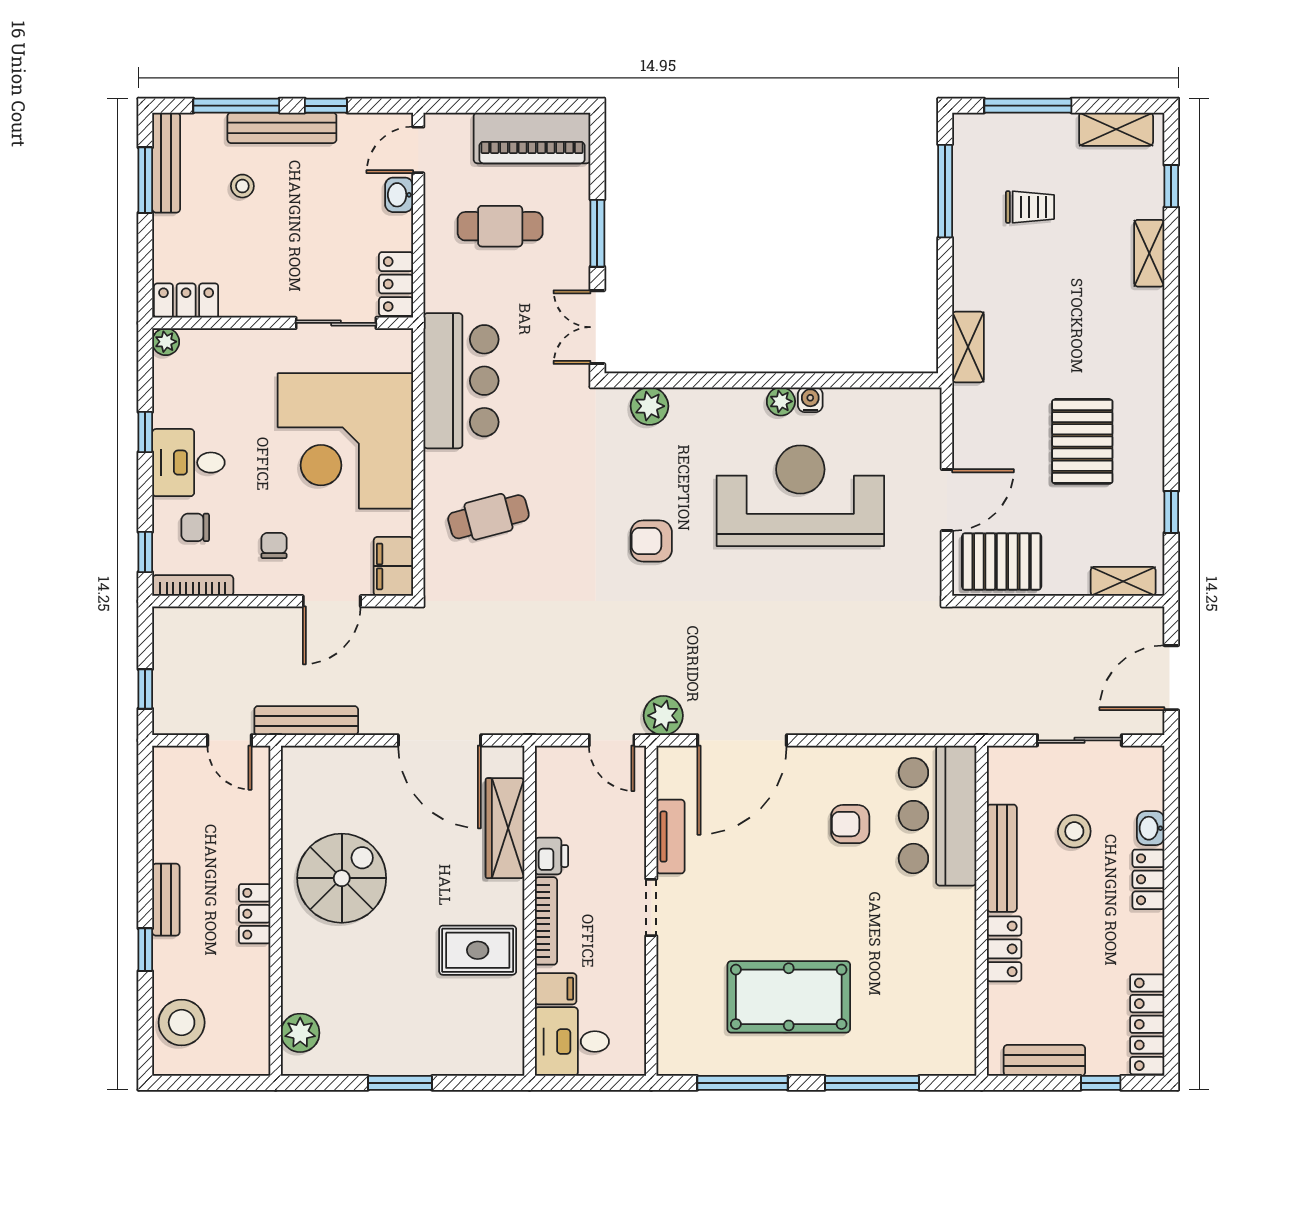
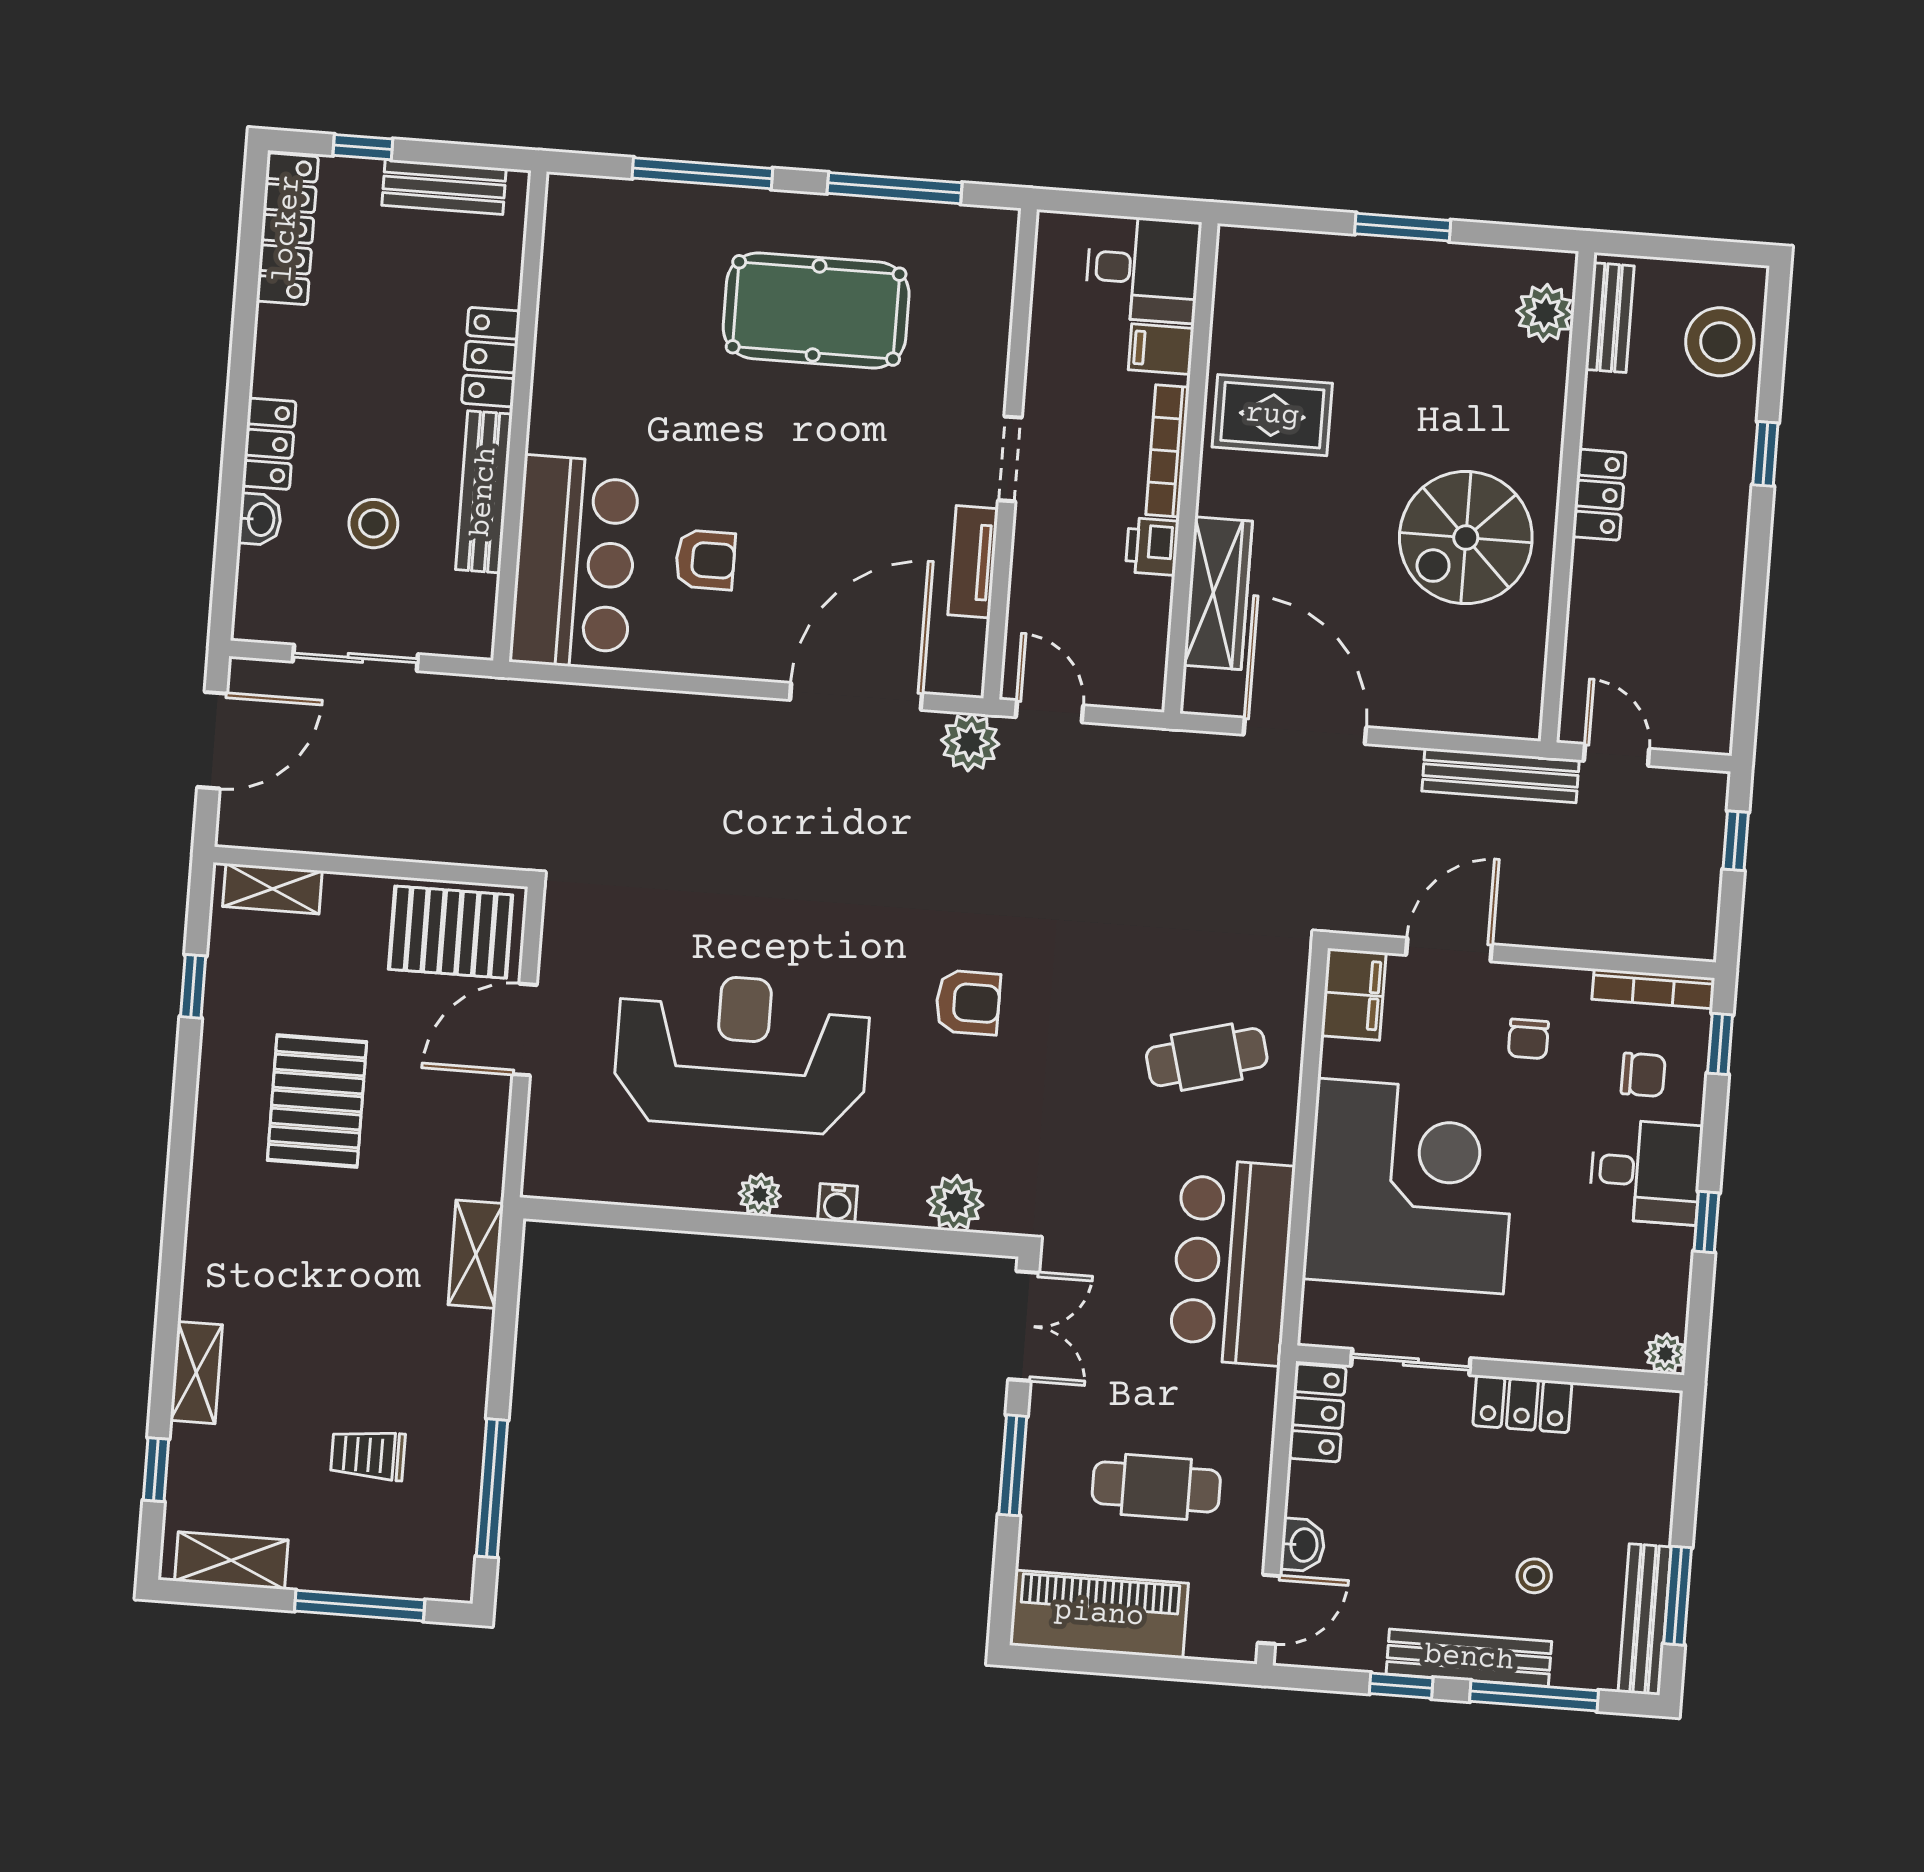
locker: (186, 301) -> (1522, 1404), moved
water cooler: (810, 400) -> (838, 1203), moved
reception desk: (800, 496) -> (742, 1053), turned 180
bench: (166, 900) -> (1610, 318), moved

